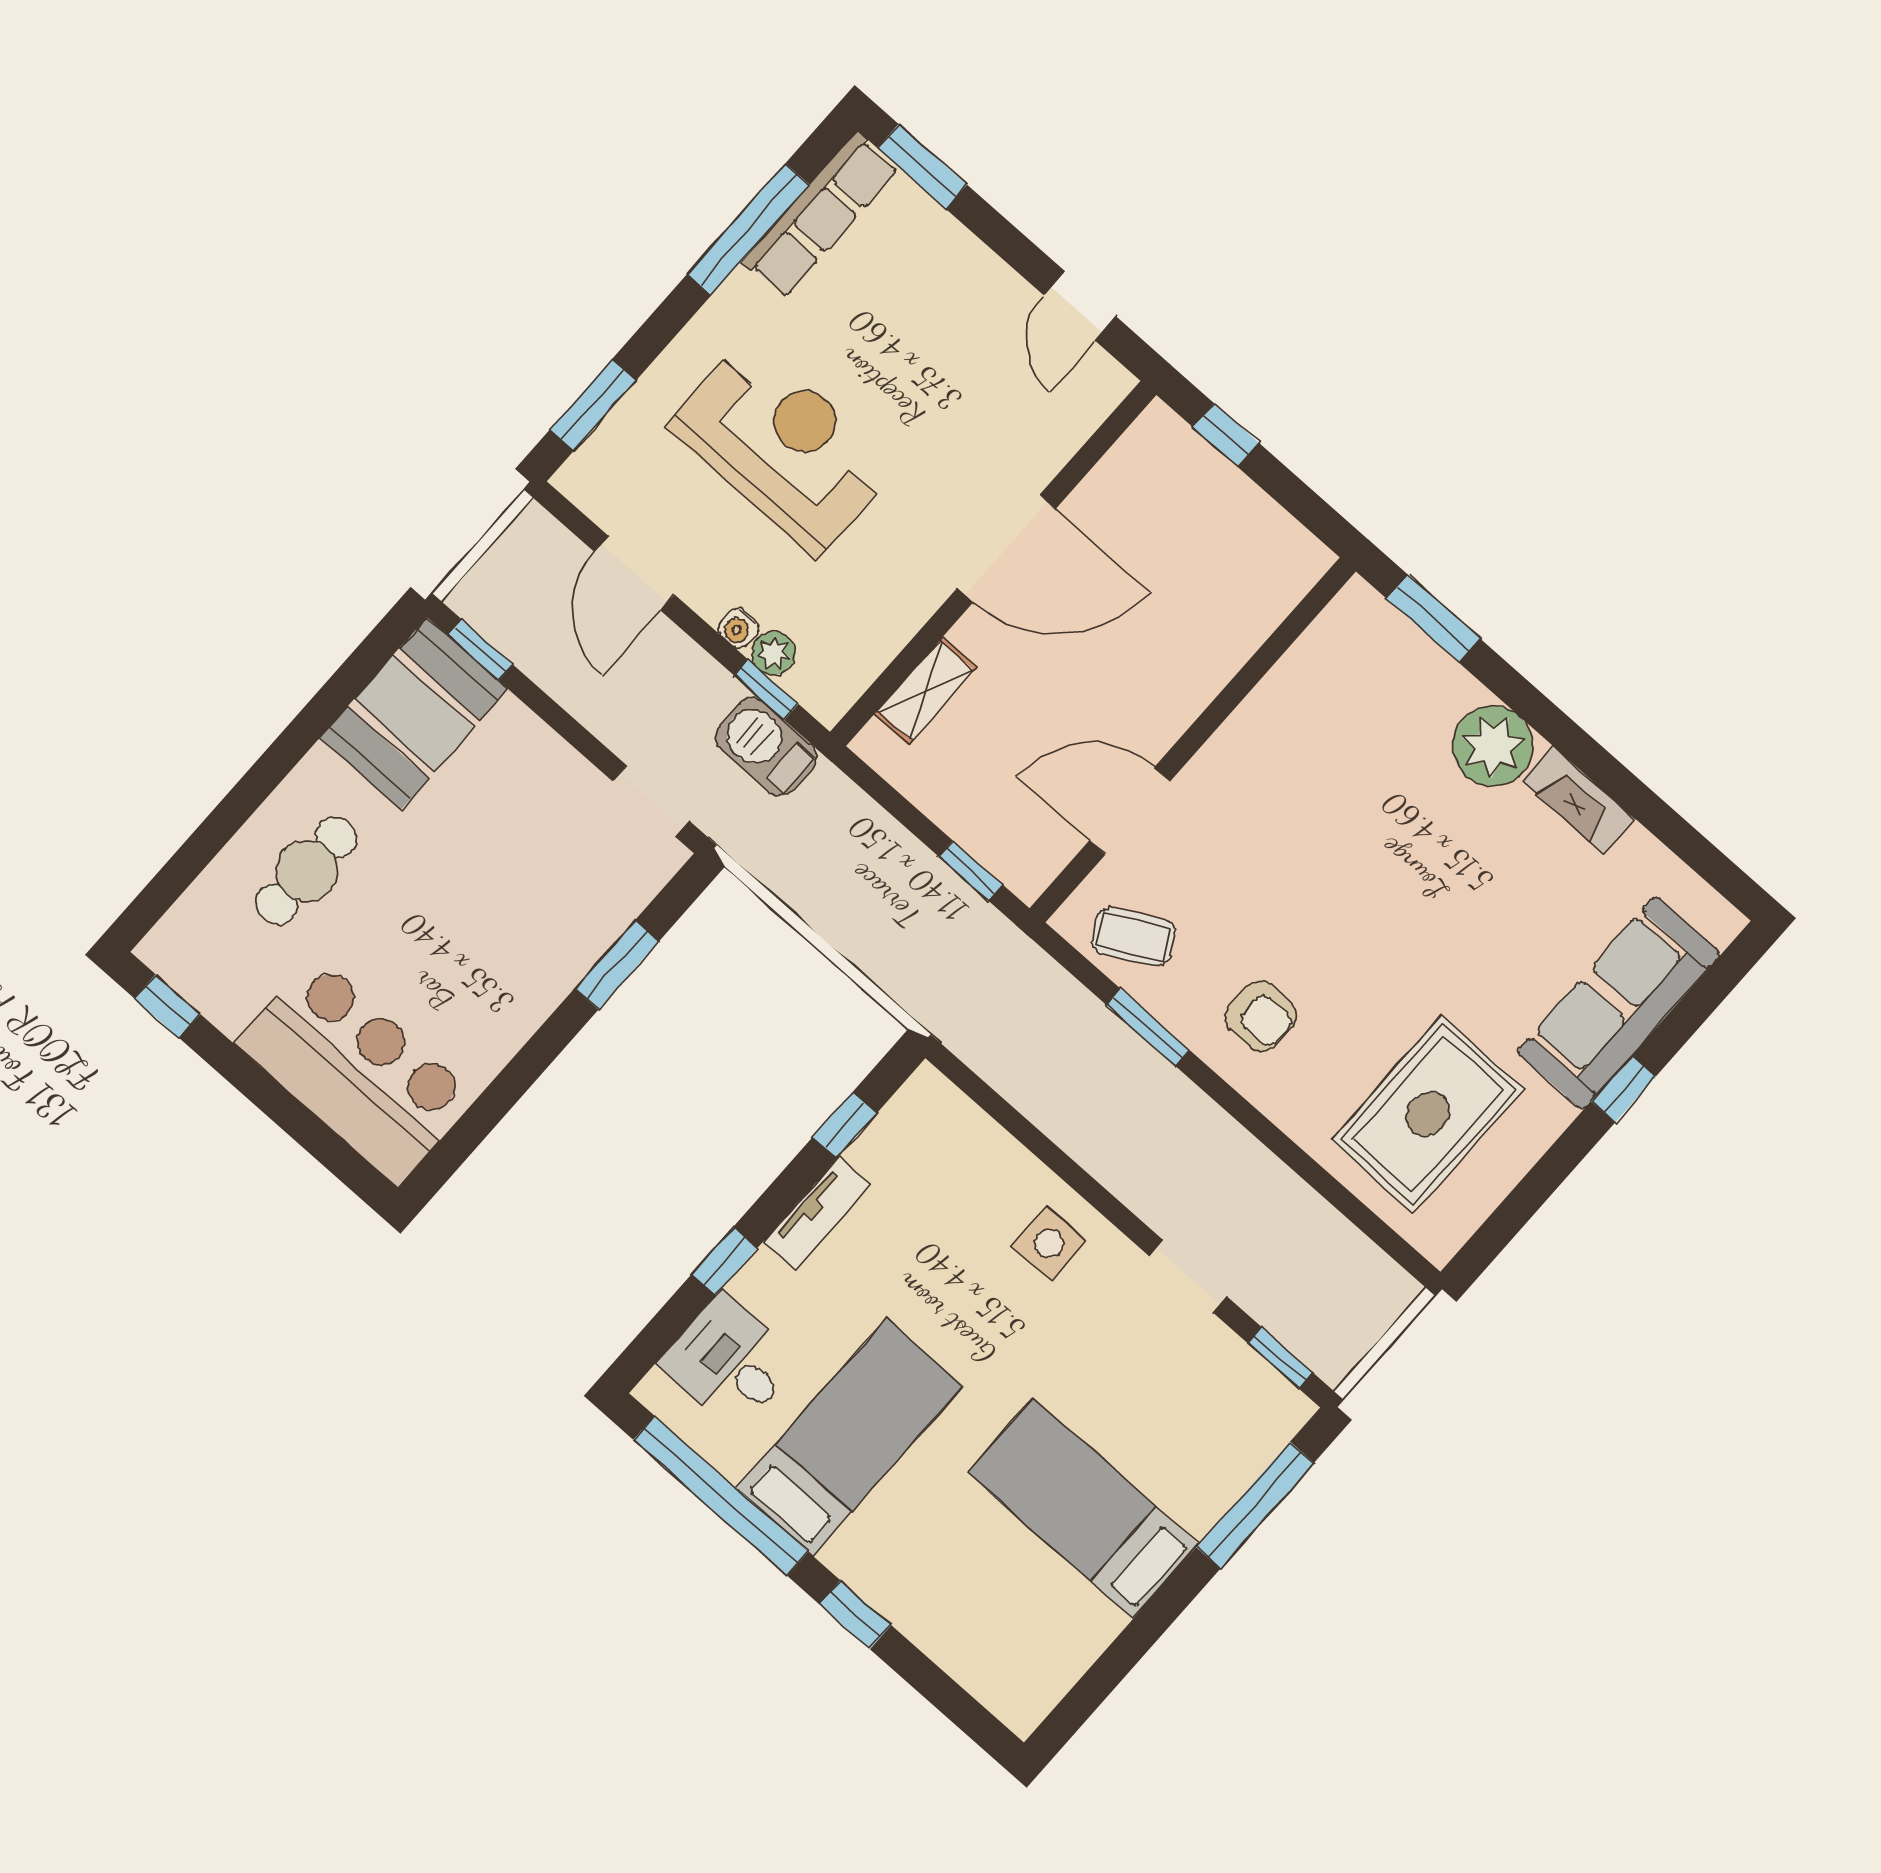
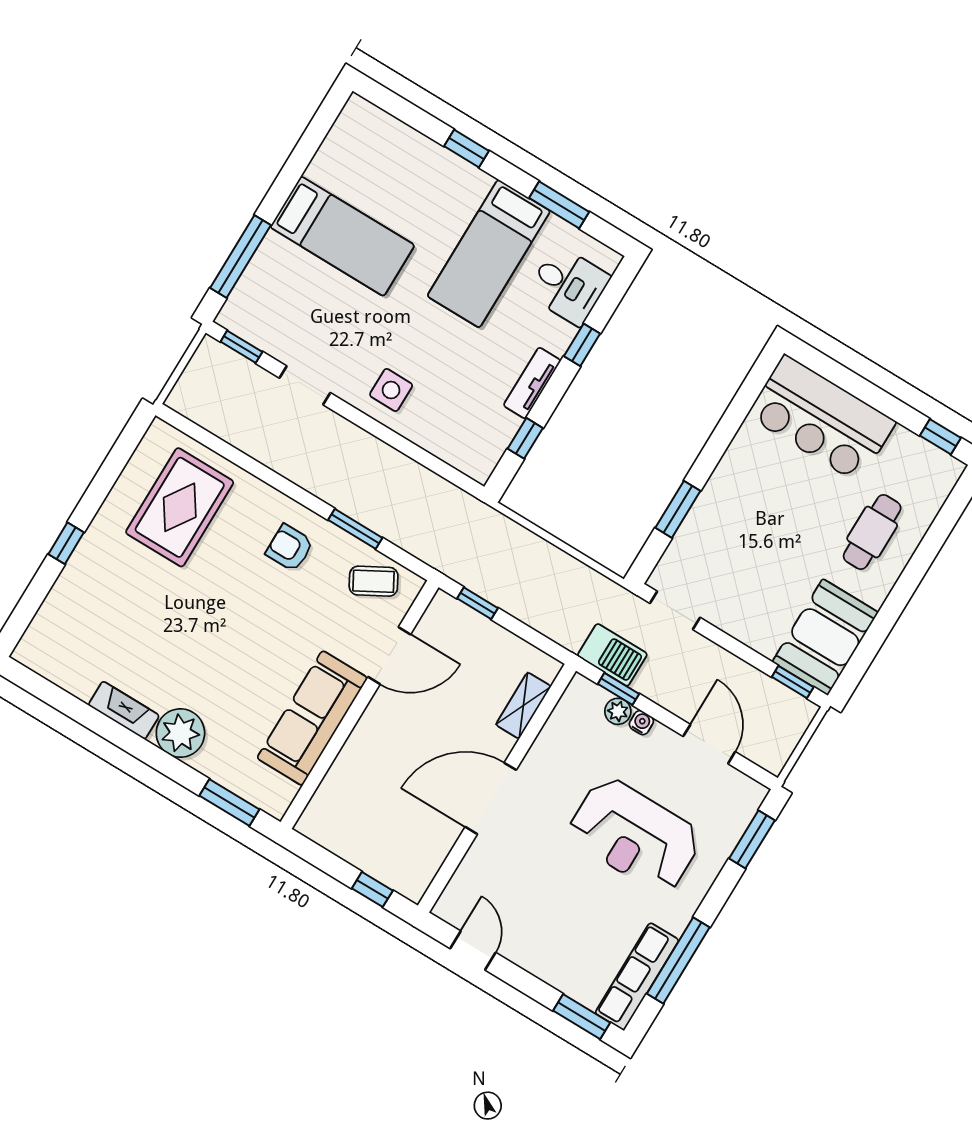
sofa: (1619, 1003) -> (312, 718), moved, turned 180
window: (721, 1496) -> (559, 205), width x0.47

